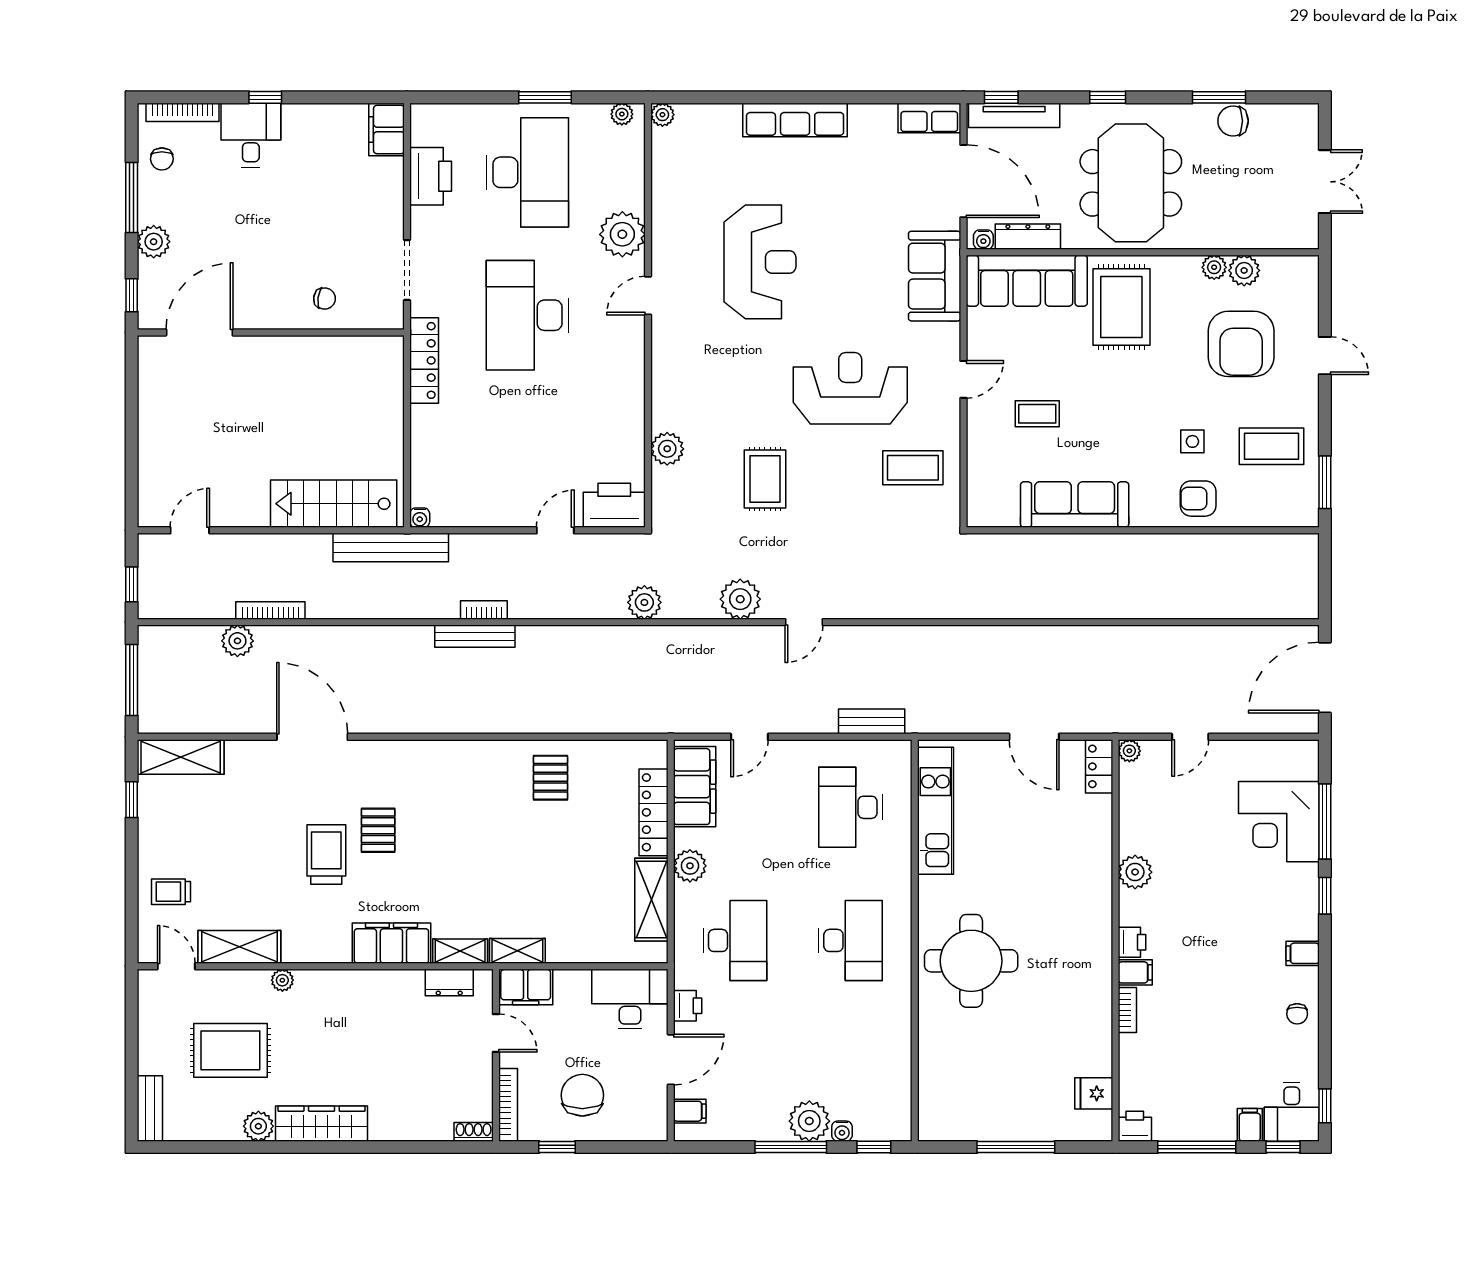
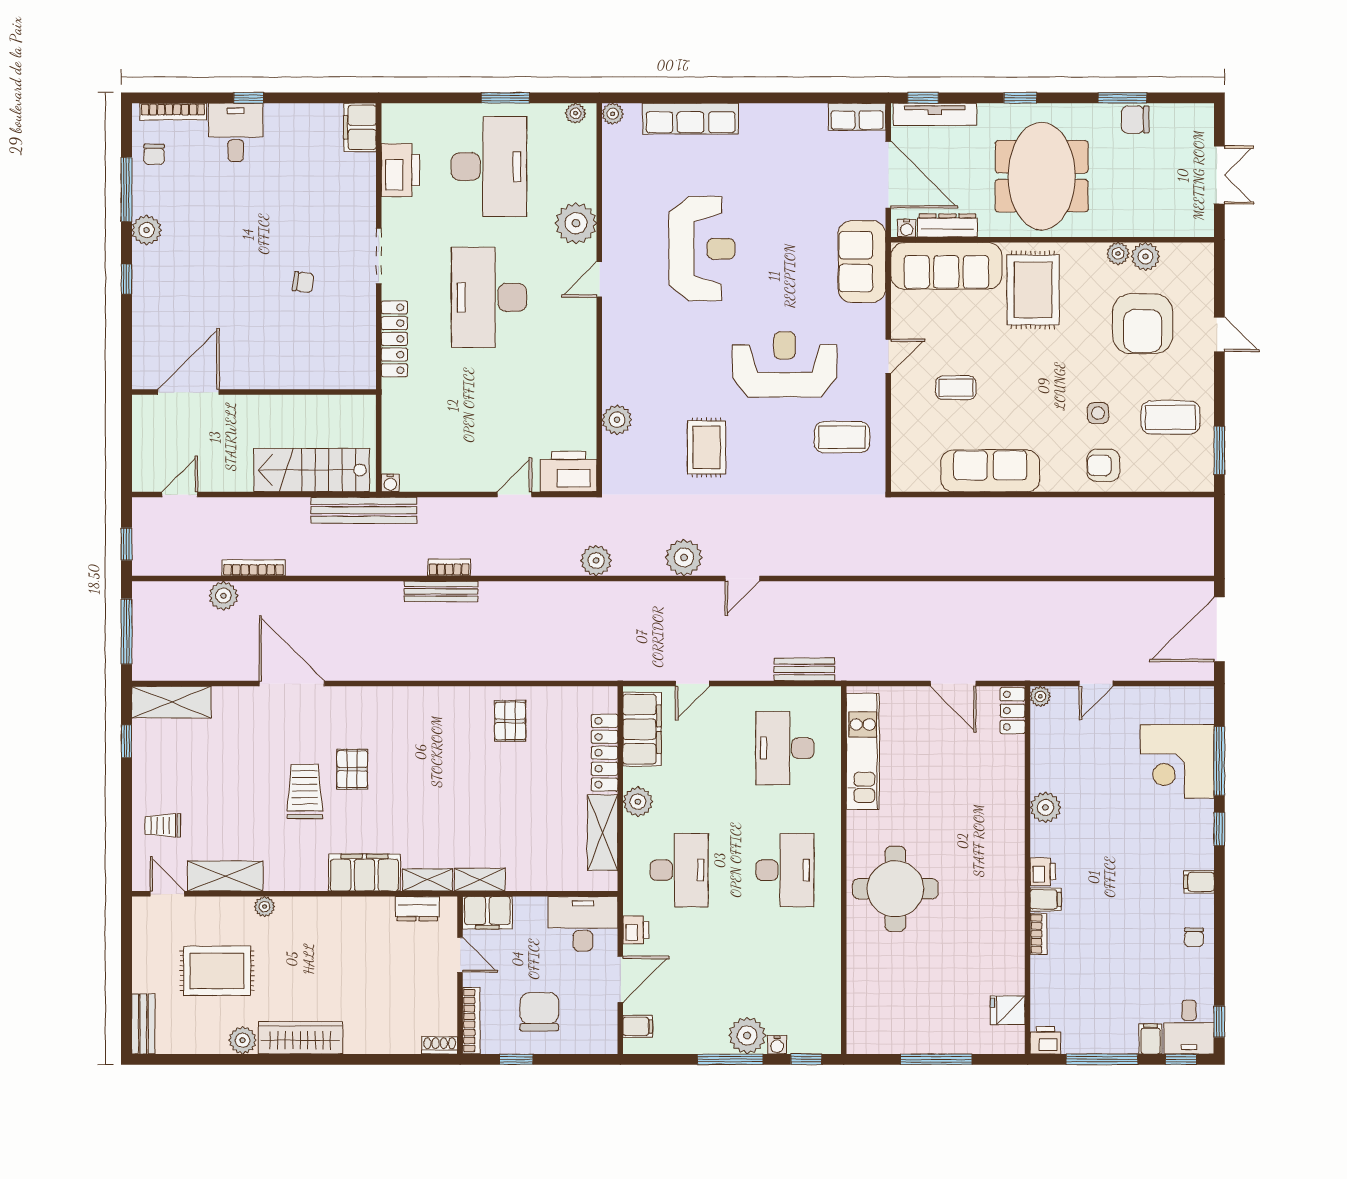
row of seats: (795, 120) -> (691, 119), moved
door: (199, 332) -> (189, 392), moved
wall: (271, 332) -> (254, 392), moved

